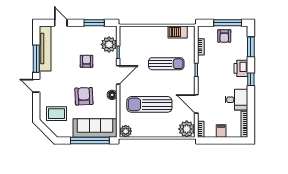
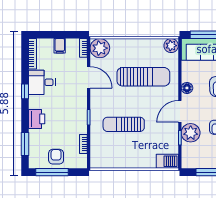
barbecue: (178, 32) -> (167, 161), moved
plant: (109, 44) -> (191, 133), moved
window: (251, 79) -> (25, 91), moved

